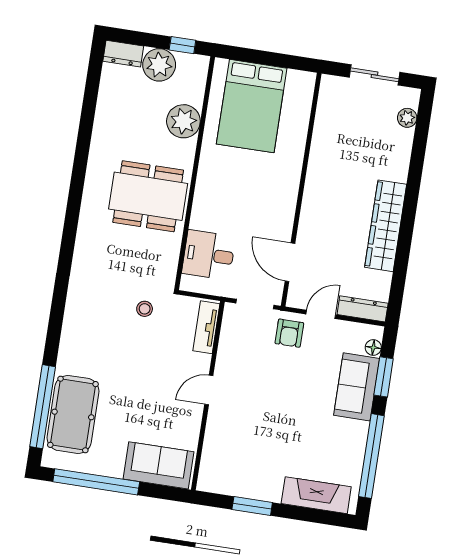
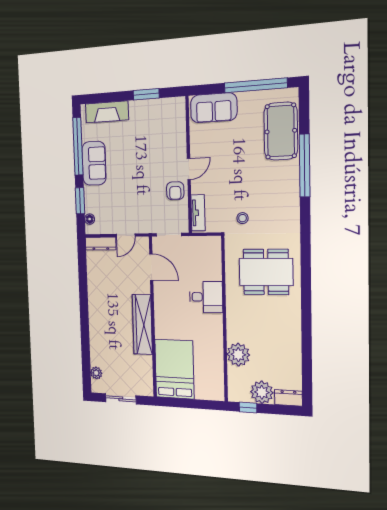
bed: (252, 106) -> (174, 369), moved
dining table: (148, 196) -> (266, 272), moved
wardrobe: (386, 226) -> (142, 324), moved, turned 180
desk: (209, 255) -> (206, 297), moved
armchair: (289, 333) -> (175, 191), moved, turned 180
sofa: (357, 387) -> (94, 163), moved
window: (43, 407) -> (305, 165), moved

